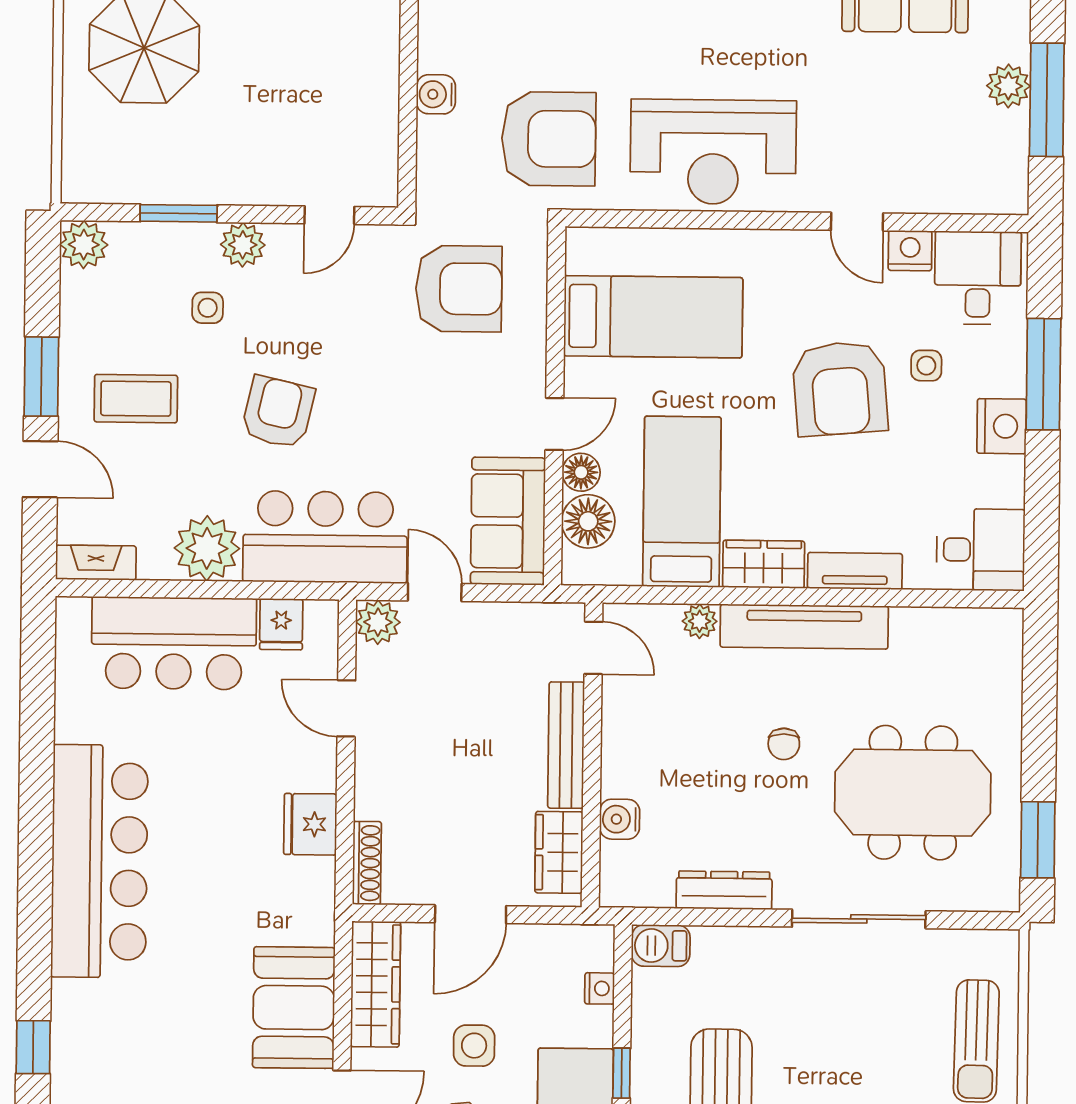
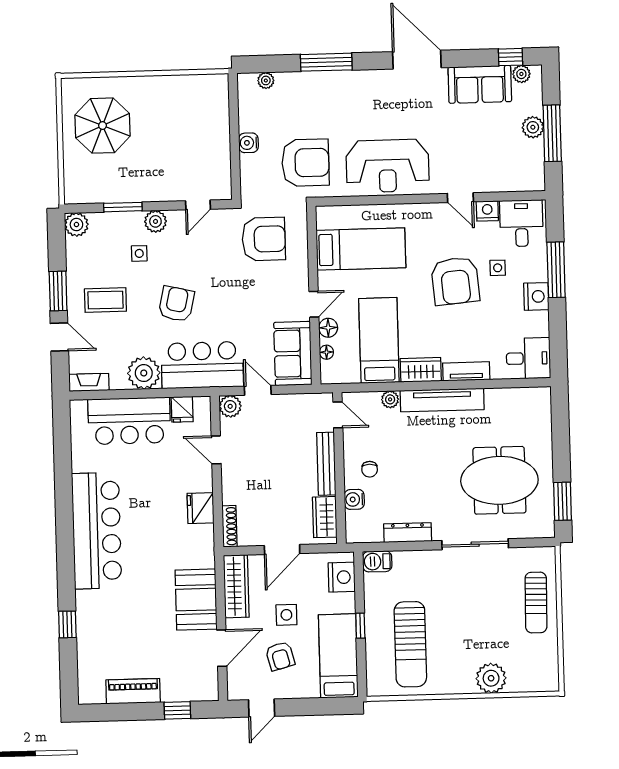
floor lamp: (588, 521) -> (326, 352), width x0.53, depth x0.53
chair: (784, 744) -> (370, 469), moved
nightstand: (600, 988) -> (342, 577), width x1.89, depth x1.79

